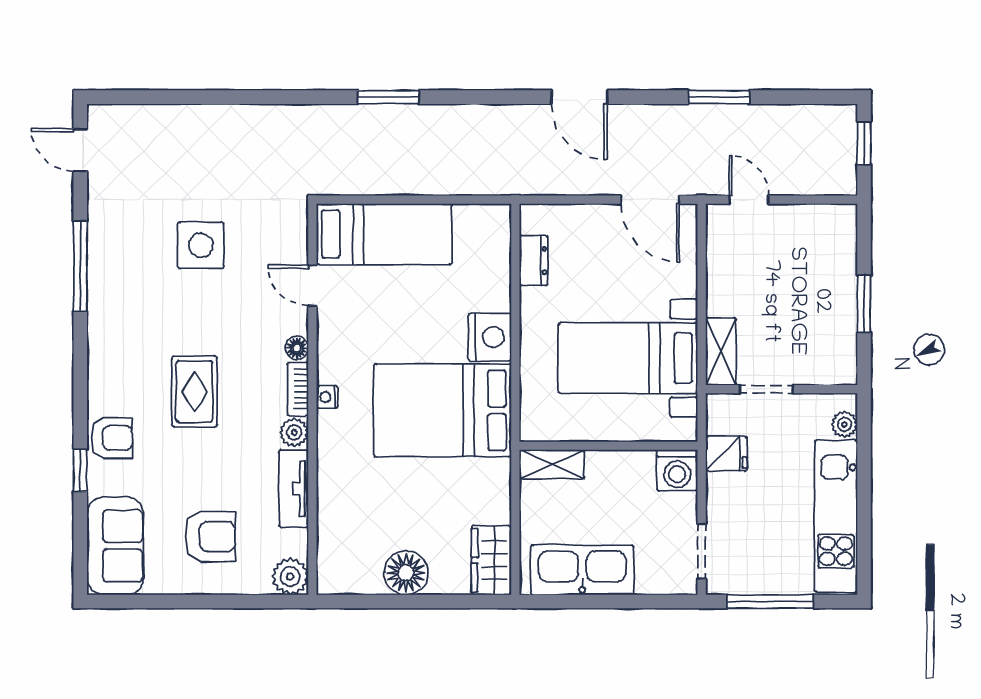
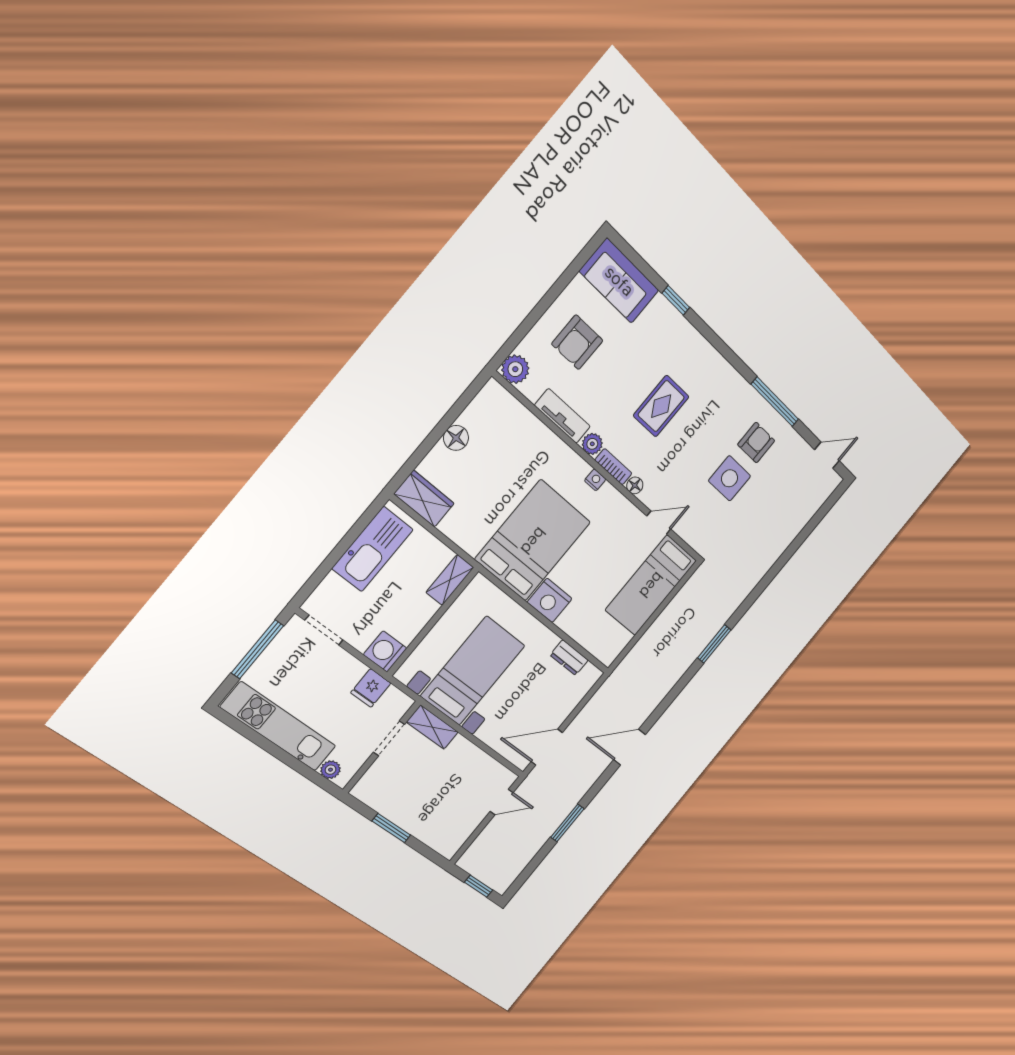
rug: (194, 391) -> (661, 406), turned 90
armchair: (112, 438) -> (756, 443), moved, turned 180
floor lamp: (406, 573) -> (456, 438), width x0.73, depth x0.73

